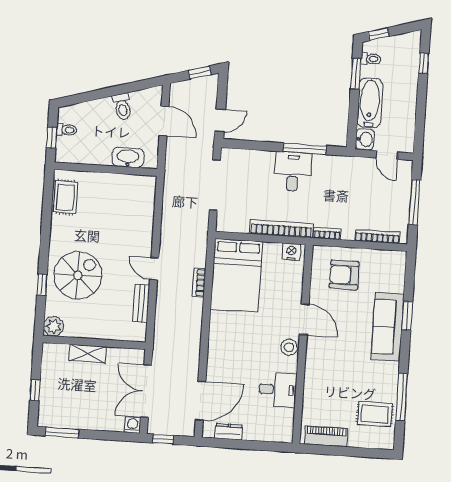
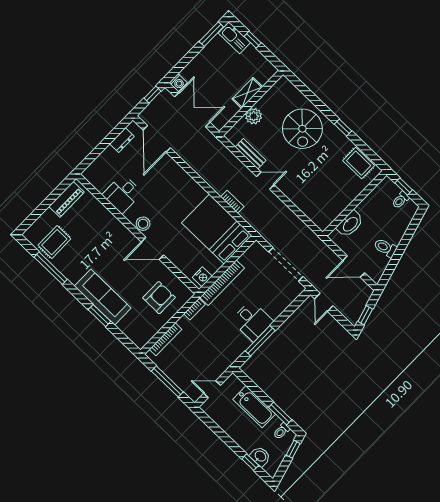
washbasin: (365, 139) -> (260, 456), moved, turned 180
window: (42, 285) -> (343, 128), moved
plant: (53, 326) -> (254, 116), moved
kitchen sink: (48, 408) -> (234, 38), added

